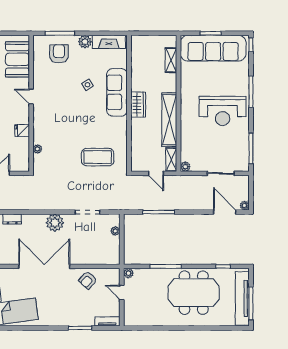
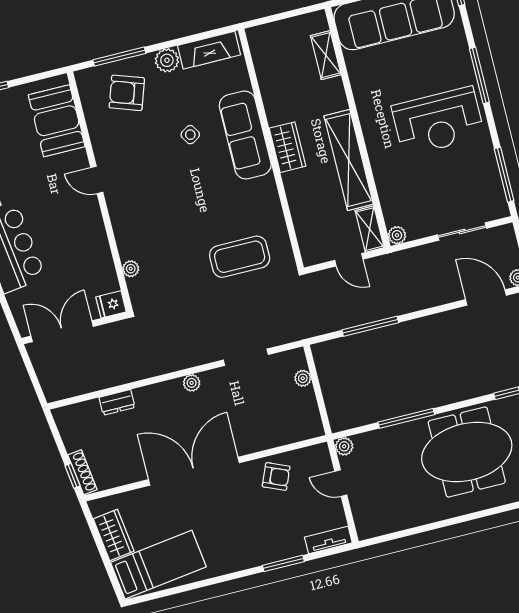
armchair: (59, 54) -> (127, 93), turned -71
fridge: (22, 130) -> (111, 304), moved
plant: (55, 223) -> (192, 383), width x0.53, depth x0.53
armchair: (88, 280) -> (276, 476), turned -109

